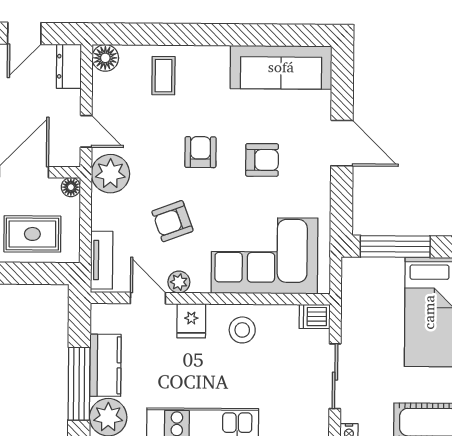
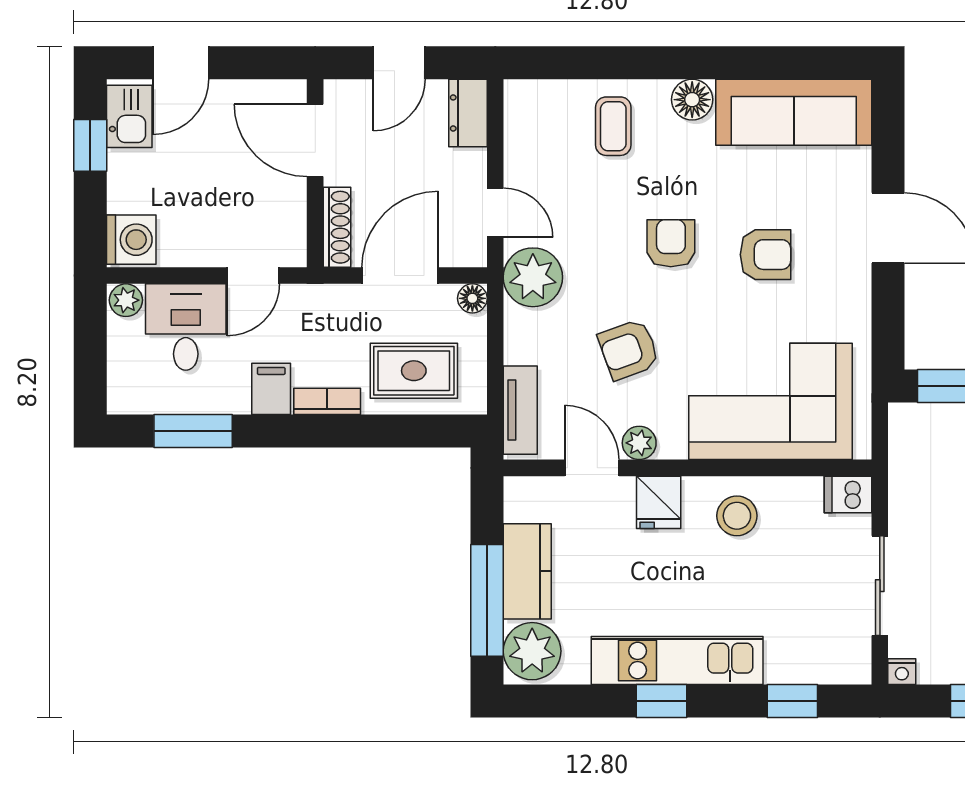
floor lamp: (105, 58) -> (692, 100), moved

